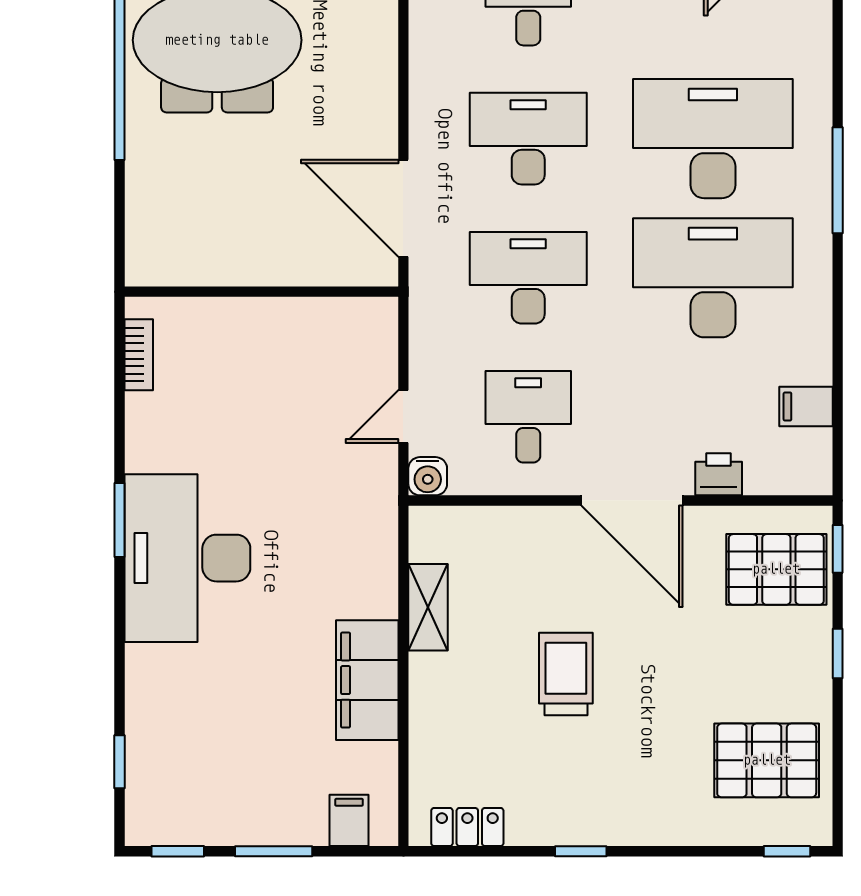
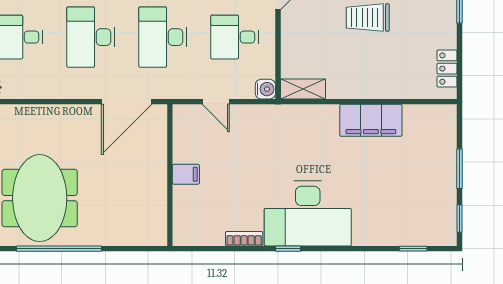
bookcase: (139, 355) -> (244, 239), moved
door: (403, 416) -> (216, 102), moved
window: (119, 520) -> (288, 249), width x0.67
shelving: (428, 607) -> (303, 89), moved
filing cabinet: (349, 820) -> (186, 174), moved, turned 180

